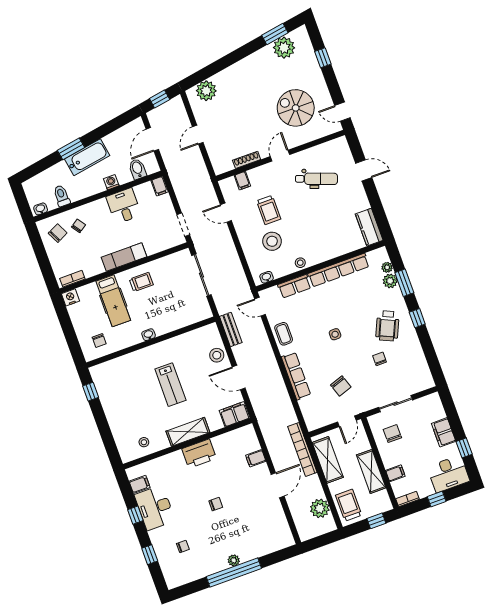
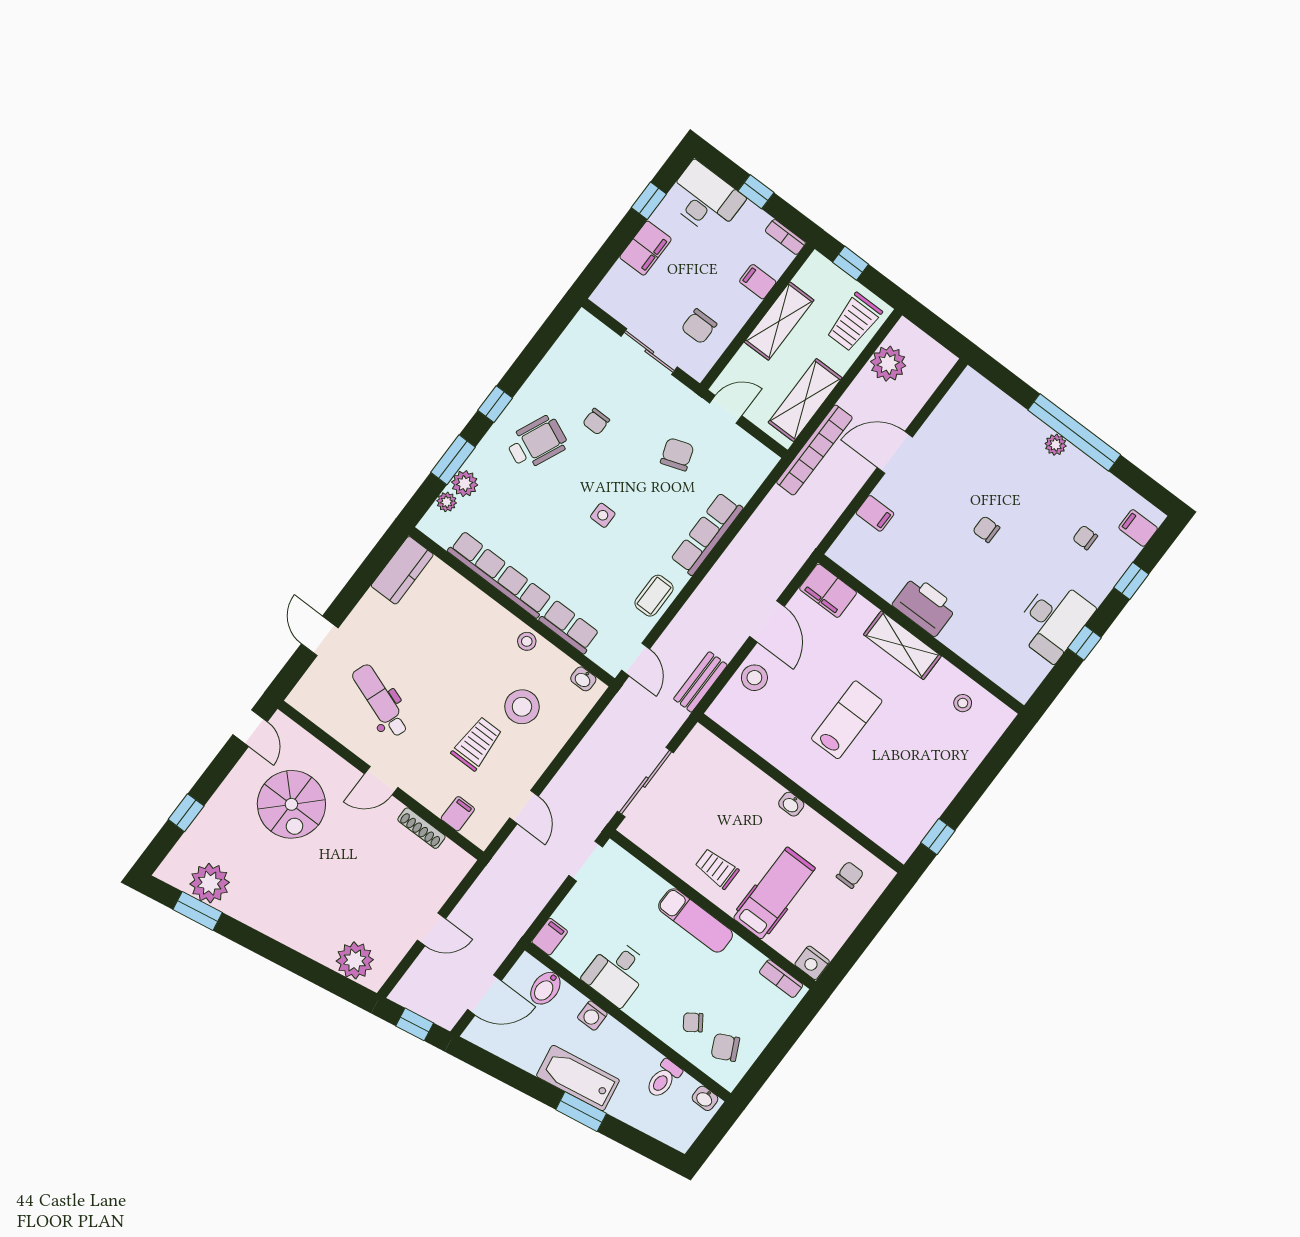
filing cabinet: (139, 484) -> (1138, 528), moved

